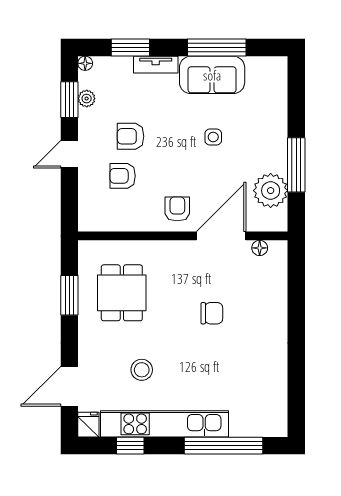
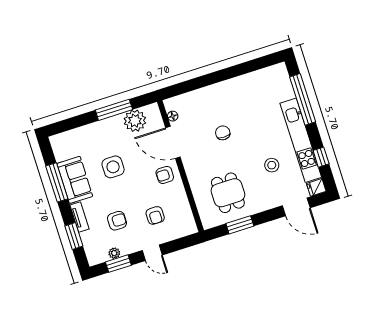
floor lamp: (85, 63) -> (93, 261), removed
armchair: (130, 136) -> (117, 221), moved, turned -90
side table: (213, 137) -> (113, 167), width x1.87, depth x1.87
dining table: (122, 293) -> (228, 193), turned 90

